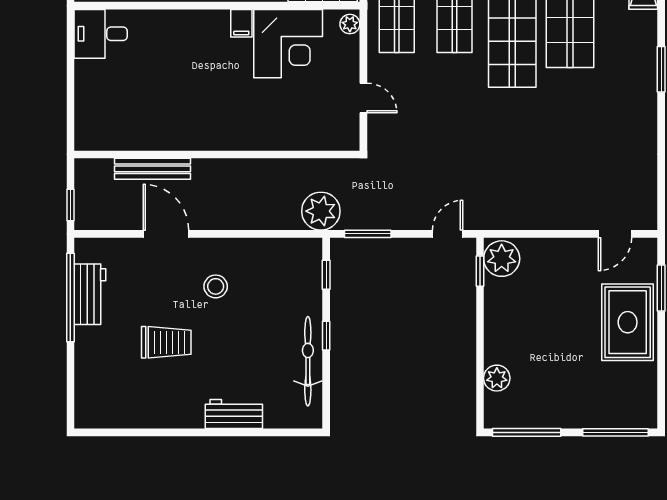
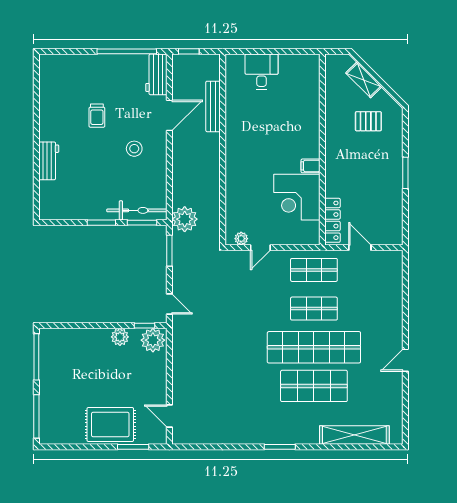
plant: (350, 24) -> (241, 239), moved
desk: (101, 34) -> (262, 72), moved
window: (326, 275) -> (142, 223), width x1.50
workbench: (90, 294) -> (156, 74), moved, turned 90
window: (326, 336) -> (101, 223), width x1.50
trolley: (166, 342) -> (97, 116), width x0.73, depth x0.72
bicycle: (308, 361) -> (137, 210), moved
plant: (497, 378) -> (120, 337), moved

